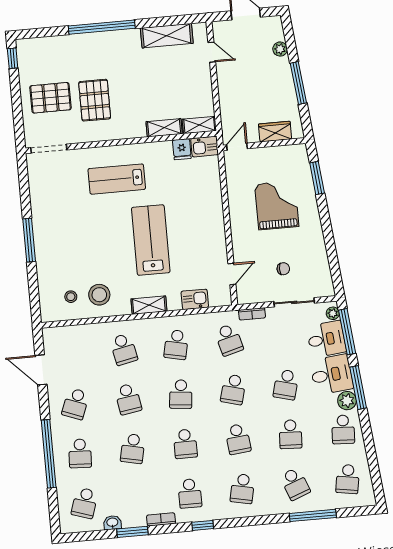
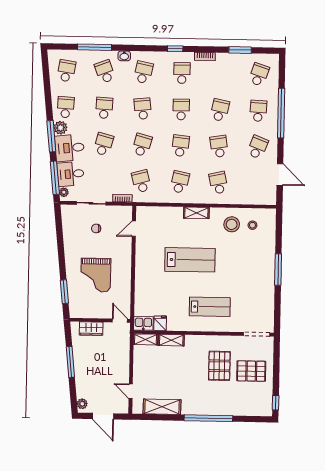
plant: (280, 49) -> (82, 404), moved
door: (237, 147) -> (120, 321), swing flipped
lab bench: (151, 240) -> (190, 260), turned -90
kitchen sink: (195, 299) -> (163, 213), removed
washbasin: (112, 523) -> (124, 56), moved
window: (132, 532) -> (240, 50), moved

